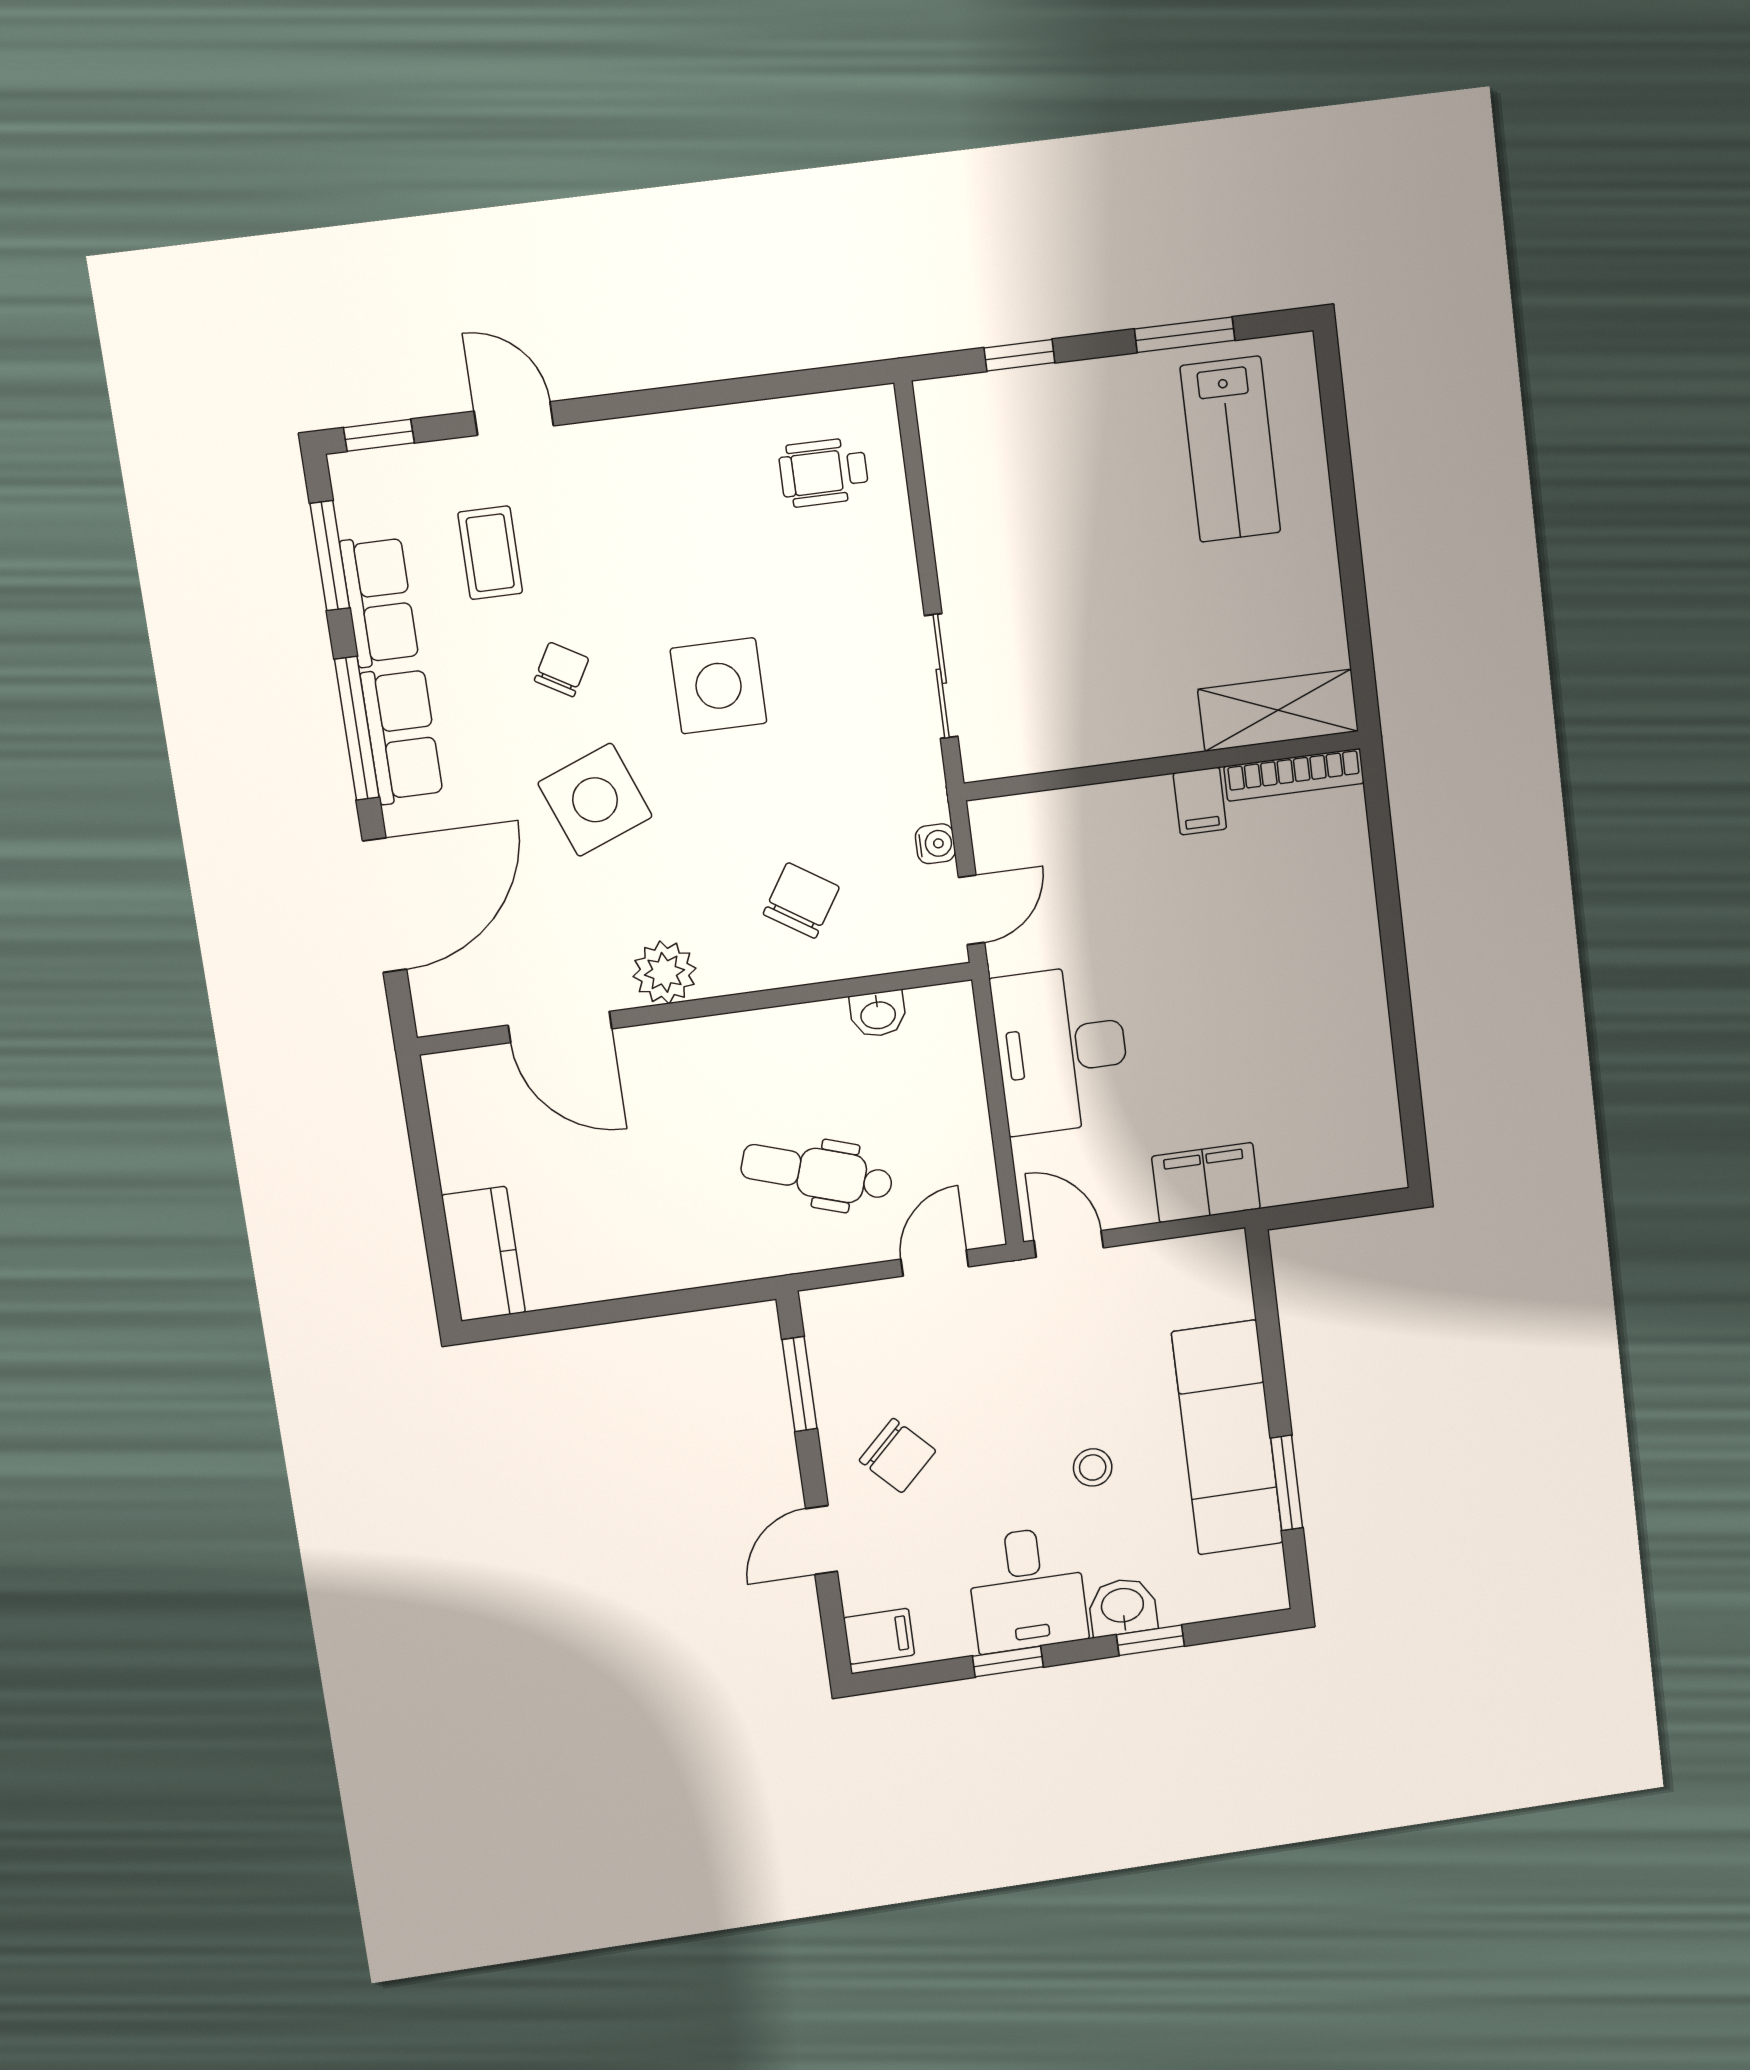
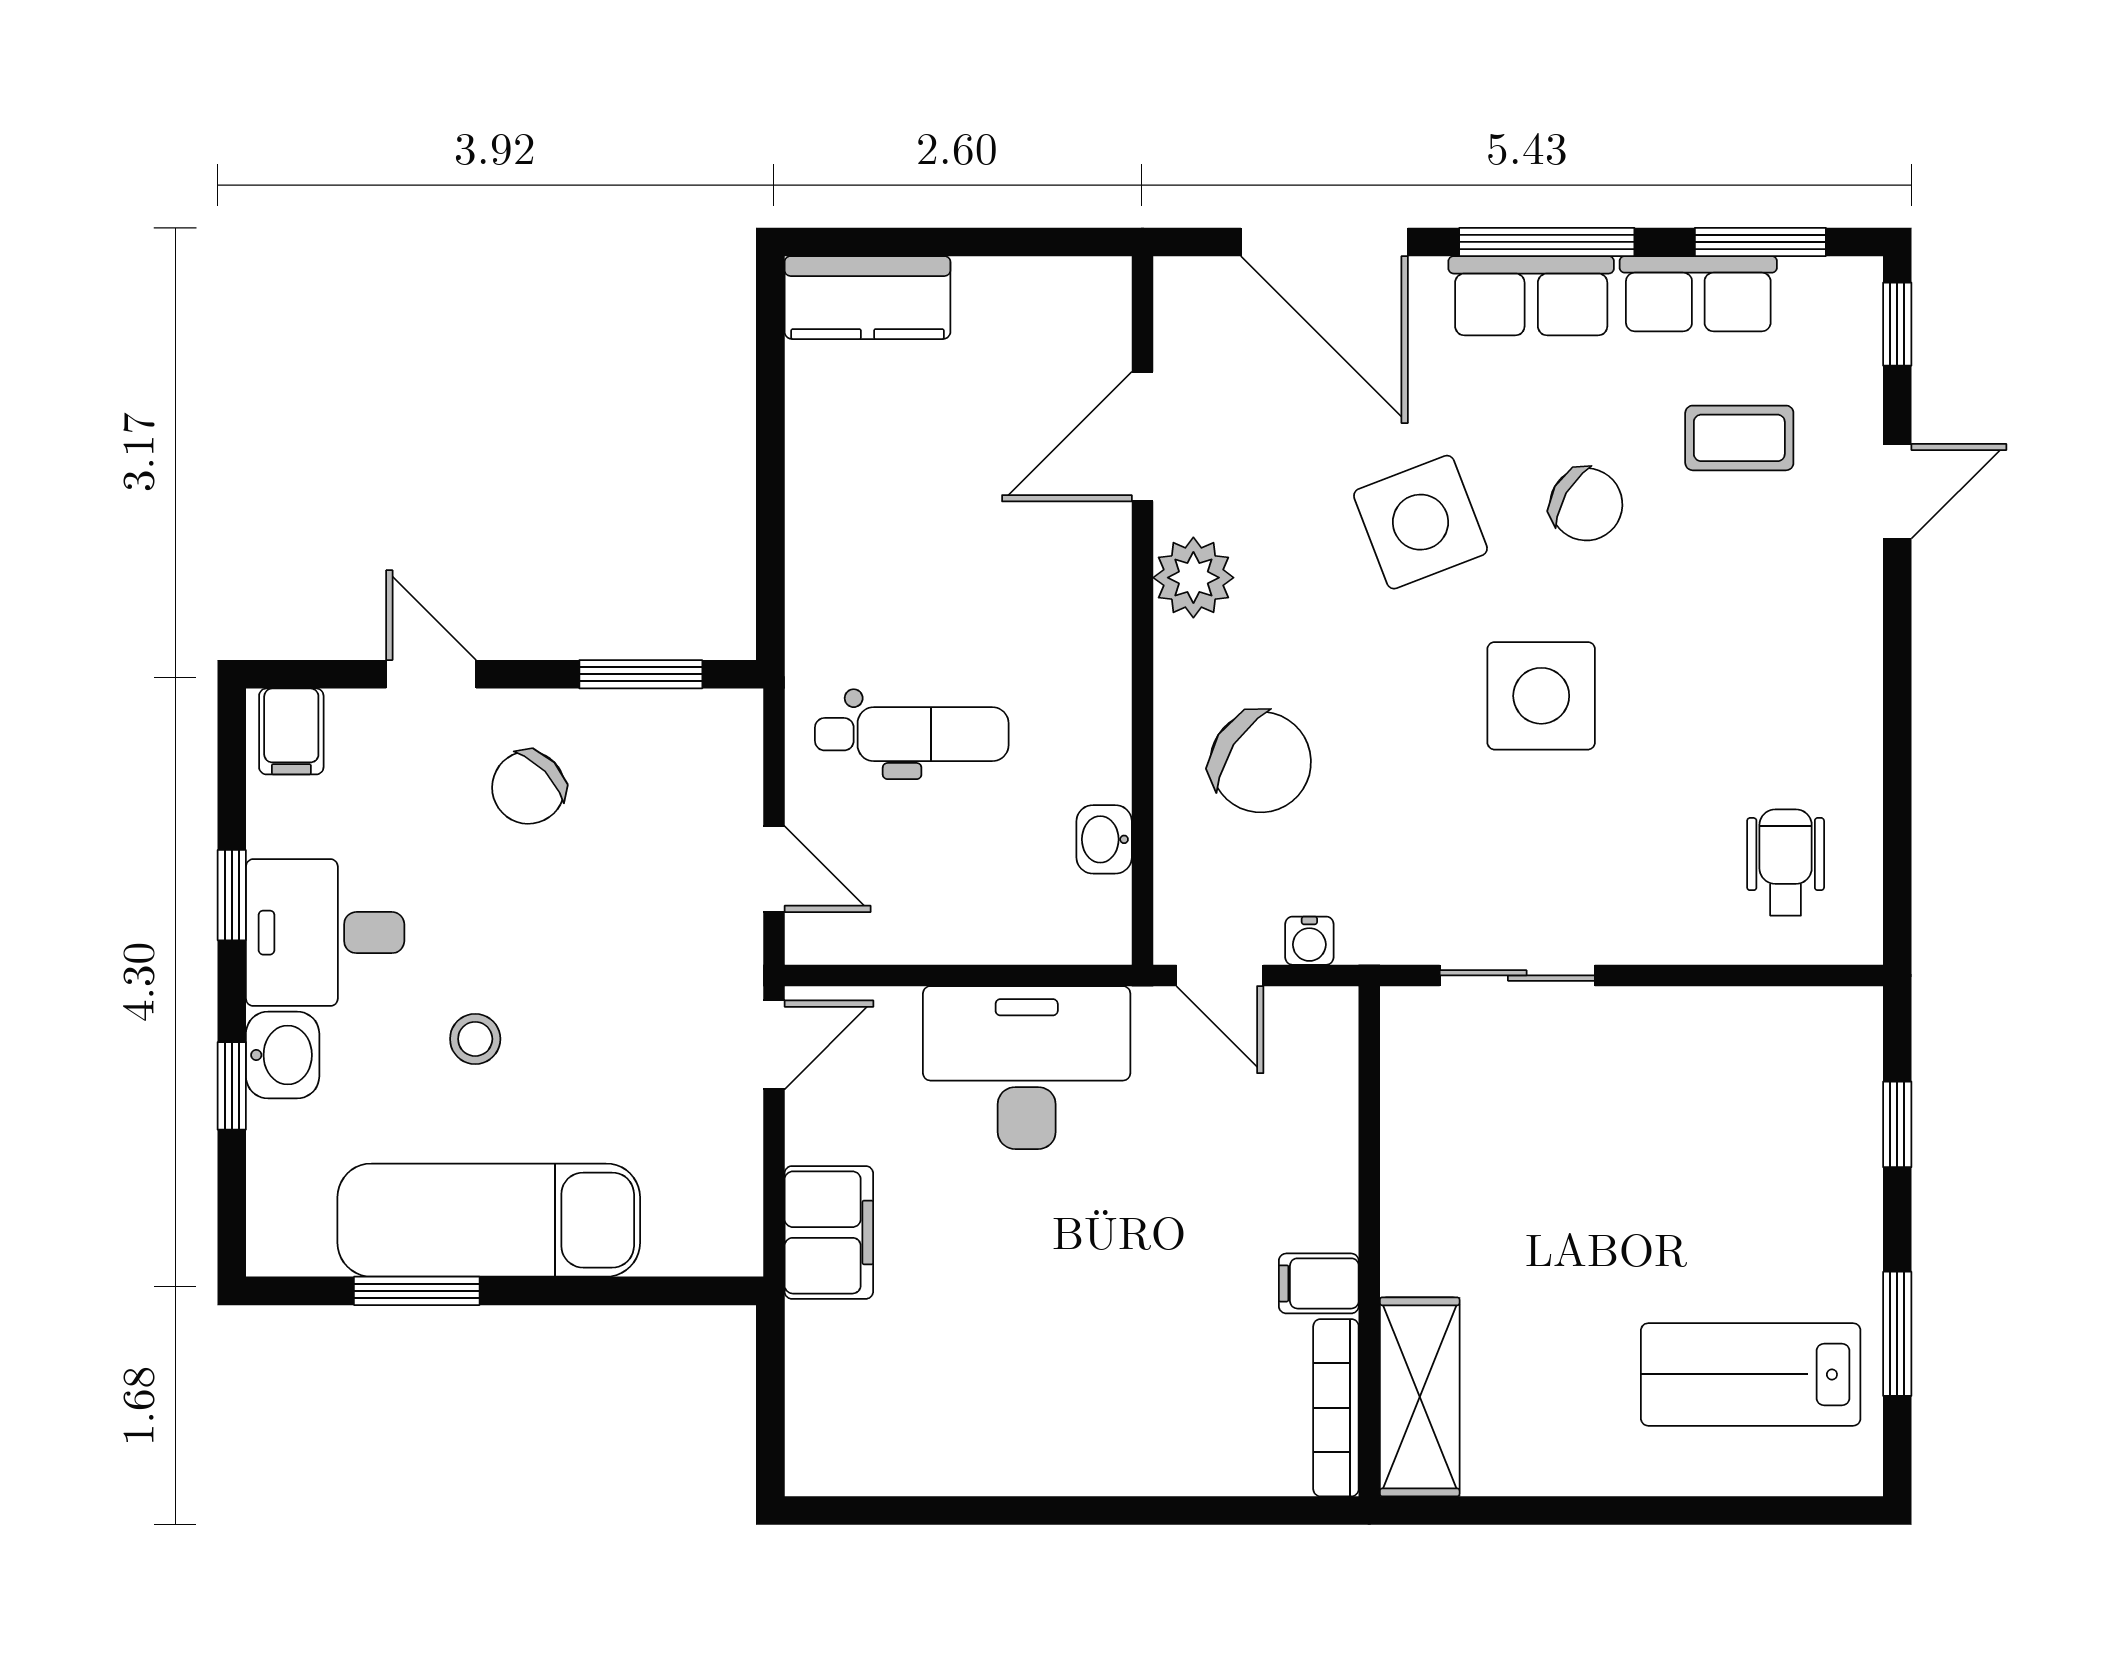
chair: (562, 670) -> (1586, 504), width x1.37, depth x1.37
chair: (801, 900) -> (1261, 762), width x1.37, depth x1.37
dental chair: (817, 1173) -> (912, 734), turned 72

